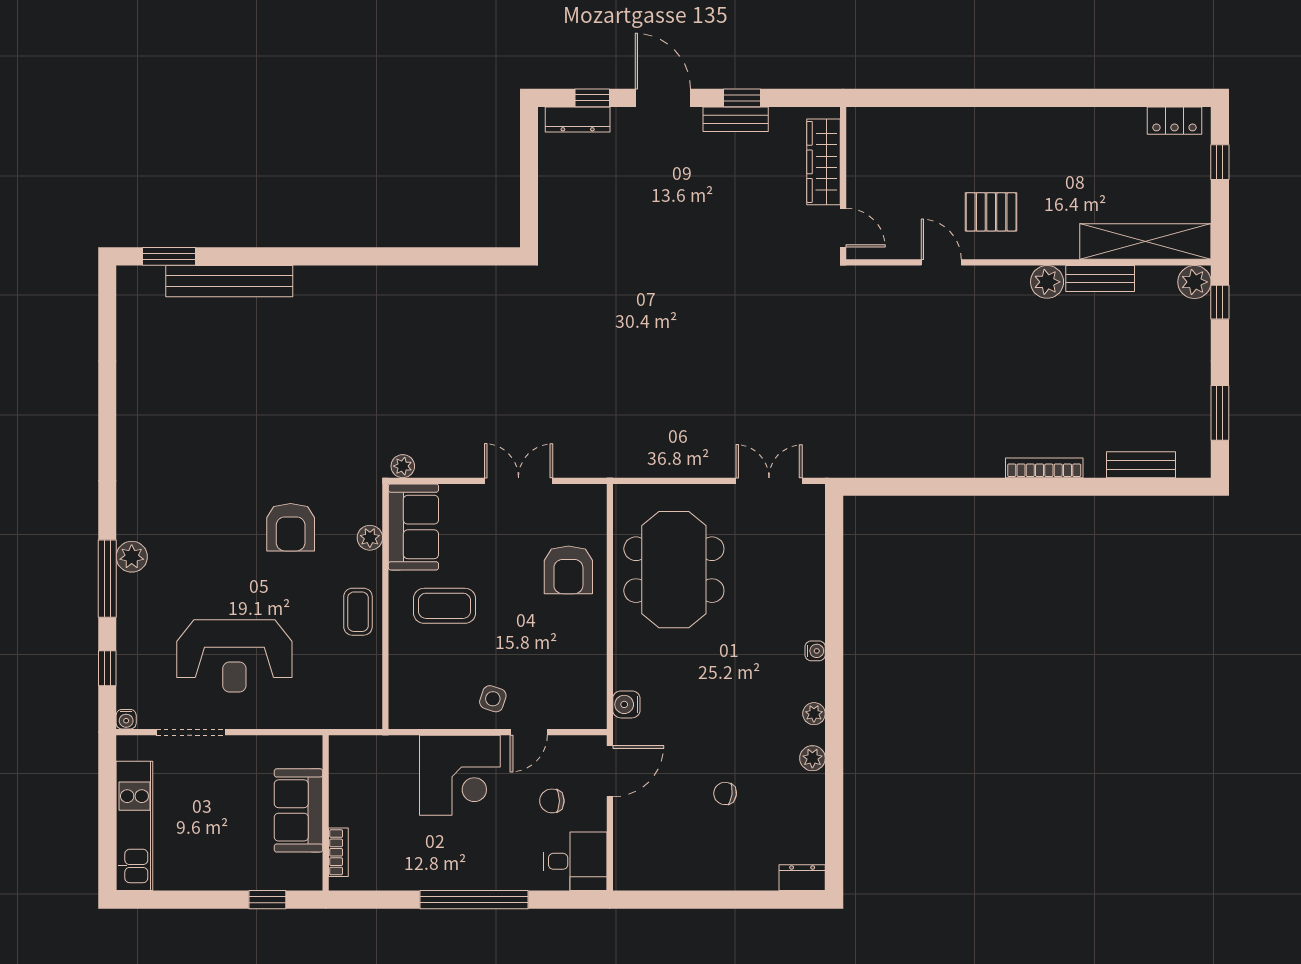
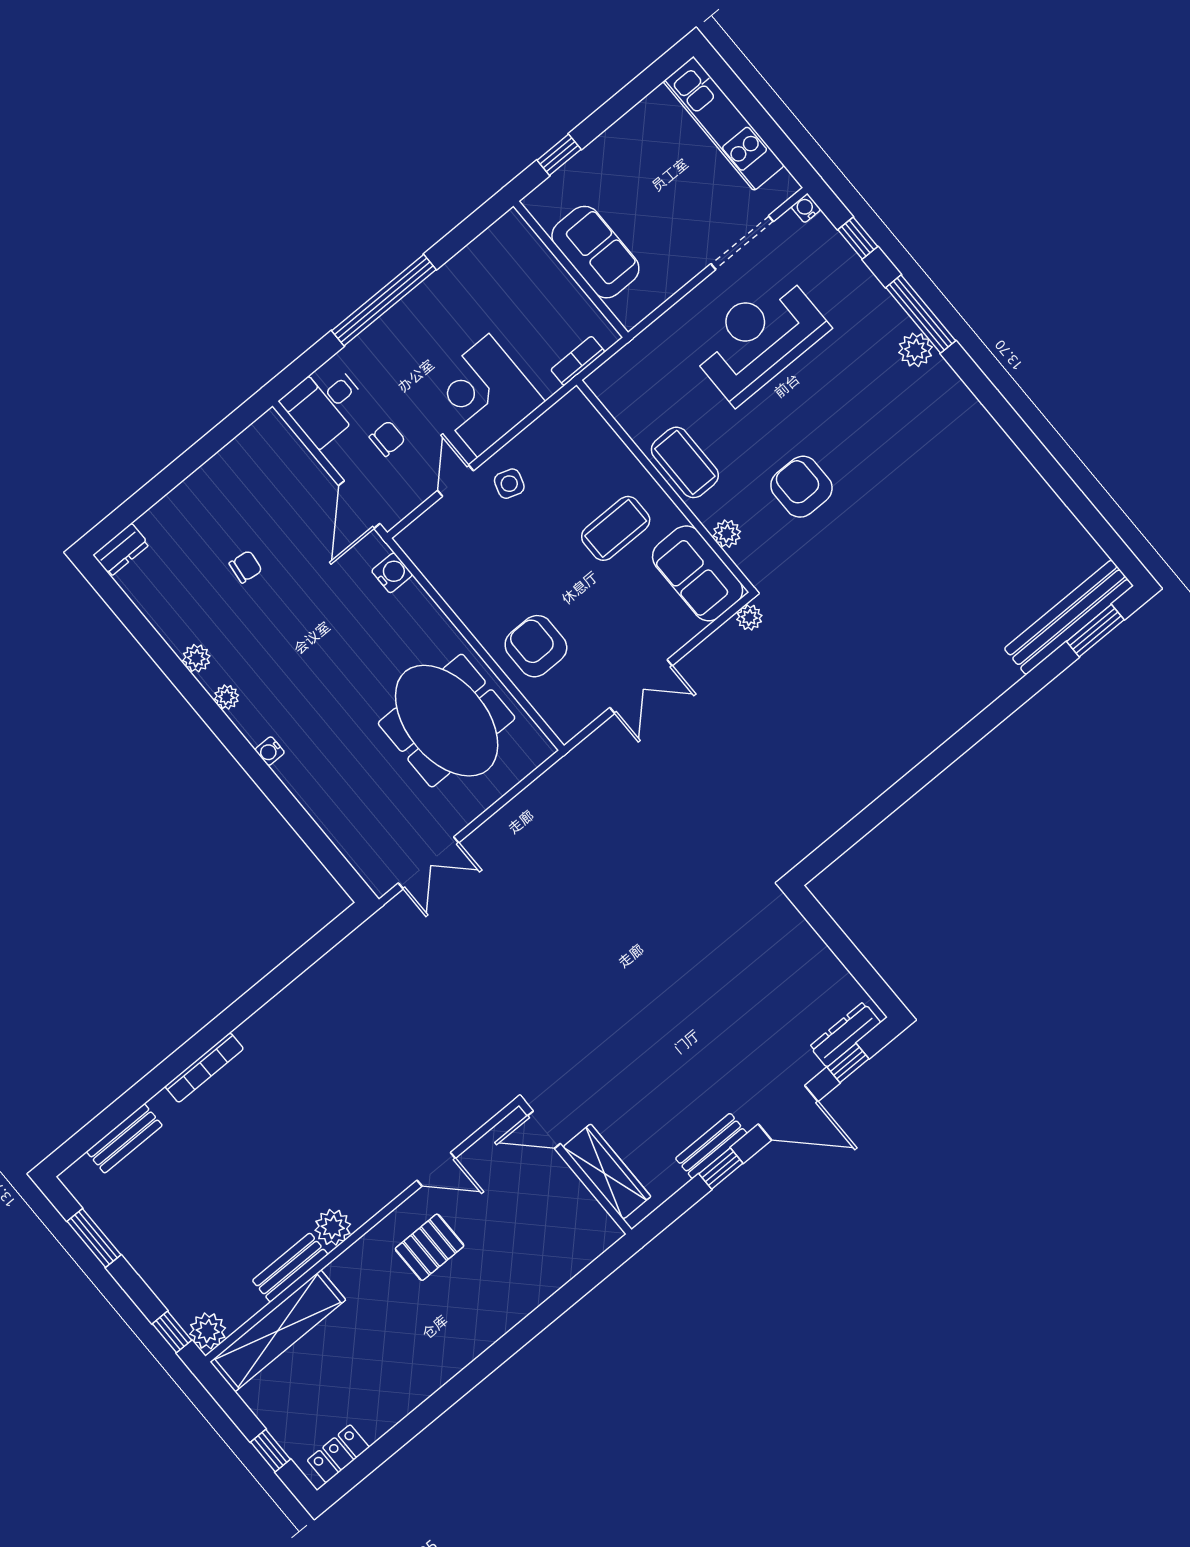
bench: (229, 281) -> (1069, 617), moved
coffee table: (358, 612) -> (685, 462), width x1.36, depth x1.30
bookcase: (338, 852) -> (578, 361), moved, turned 90

